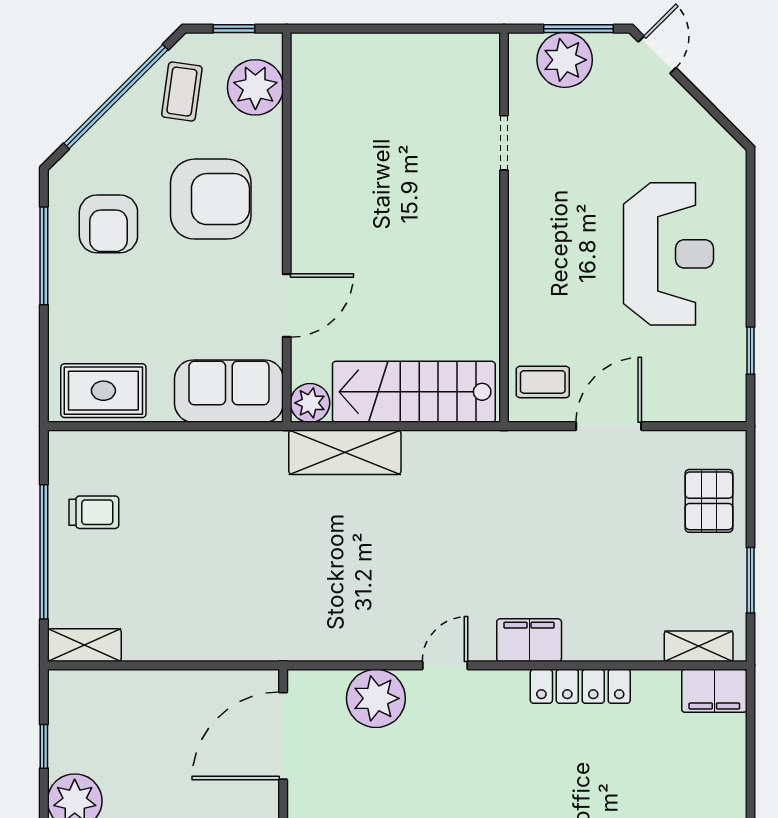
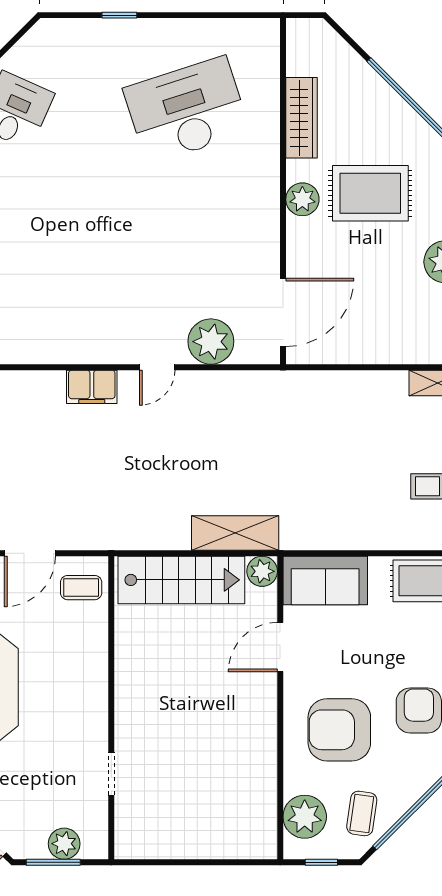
plant: (565, 60) -> (64, 844), width x0.73, depth x0.73
locker: (580, 686) -> (52, 351), removed

